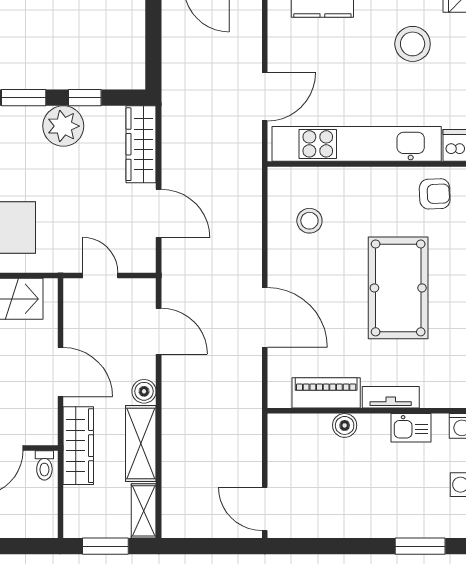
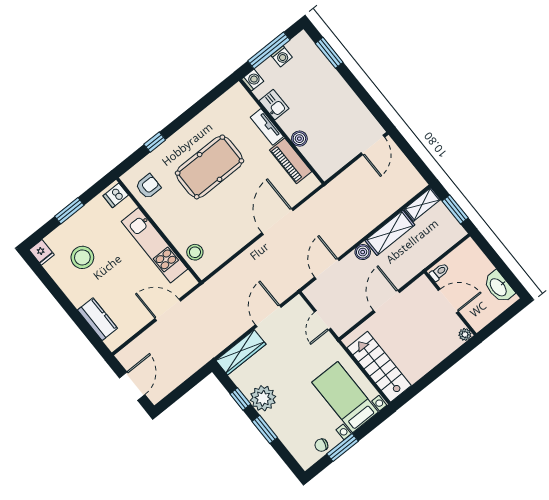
kitchen unit: (357, 144) -> (155, 245), width x0.73
armchair: (435, 194) -> (148, 186), turned 92
stool: (309, 221) -> (195, 252), moved
wardrobe: (78, 446) -> (416, 263), removed

